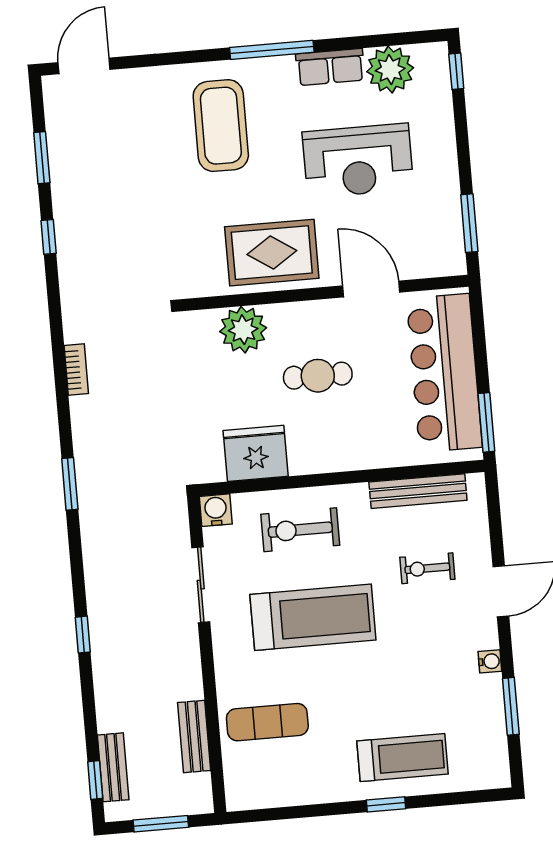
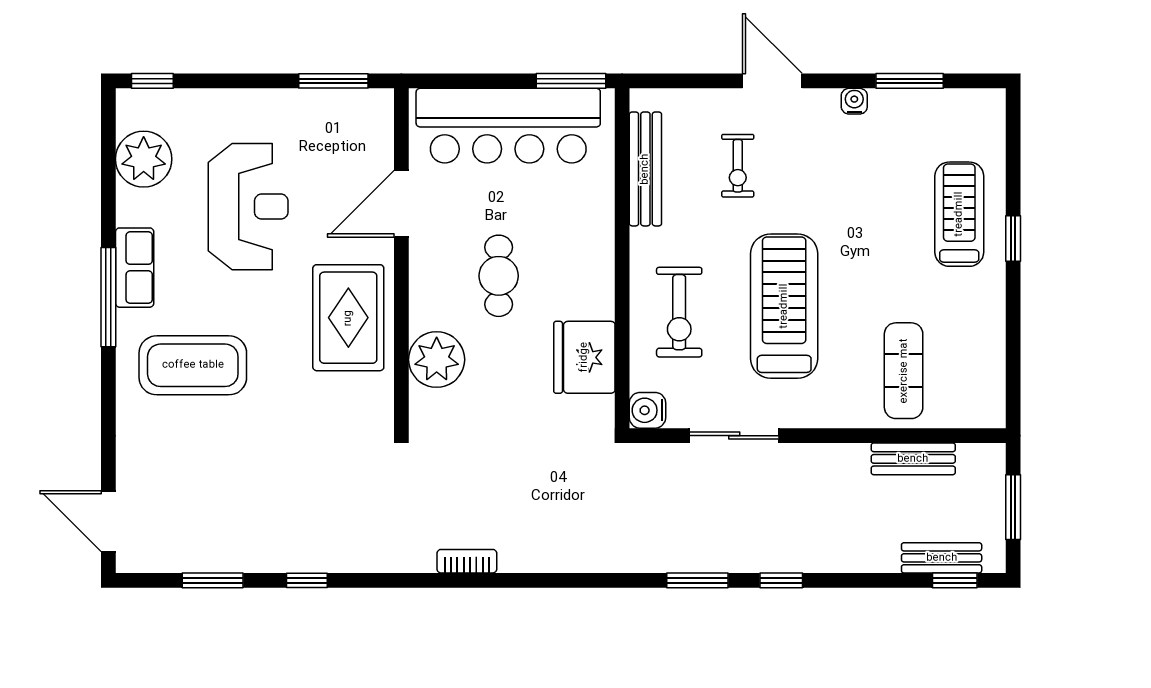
row of seats: (330, 67) -> (135, 268), moved
window: (70, 484) -> (697, 580), moved

